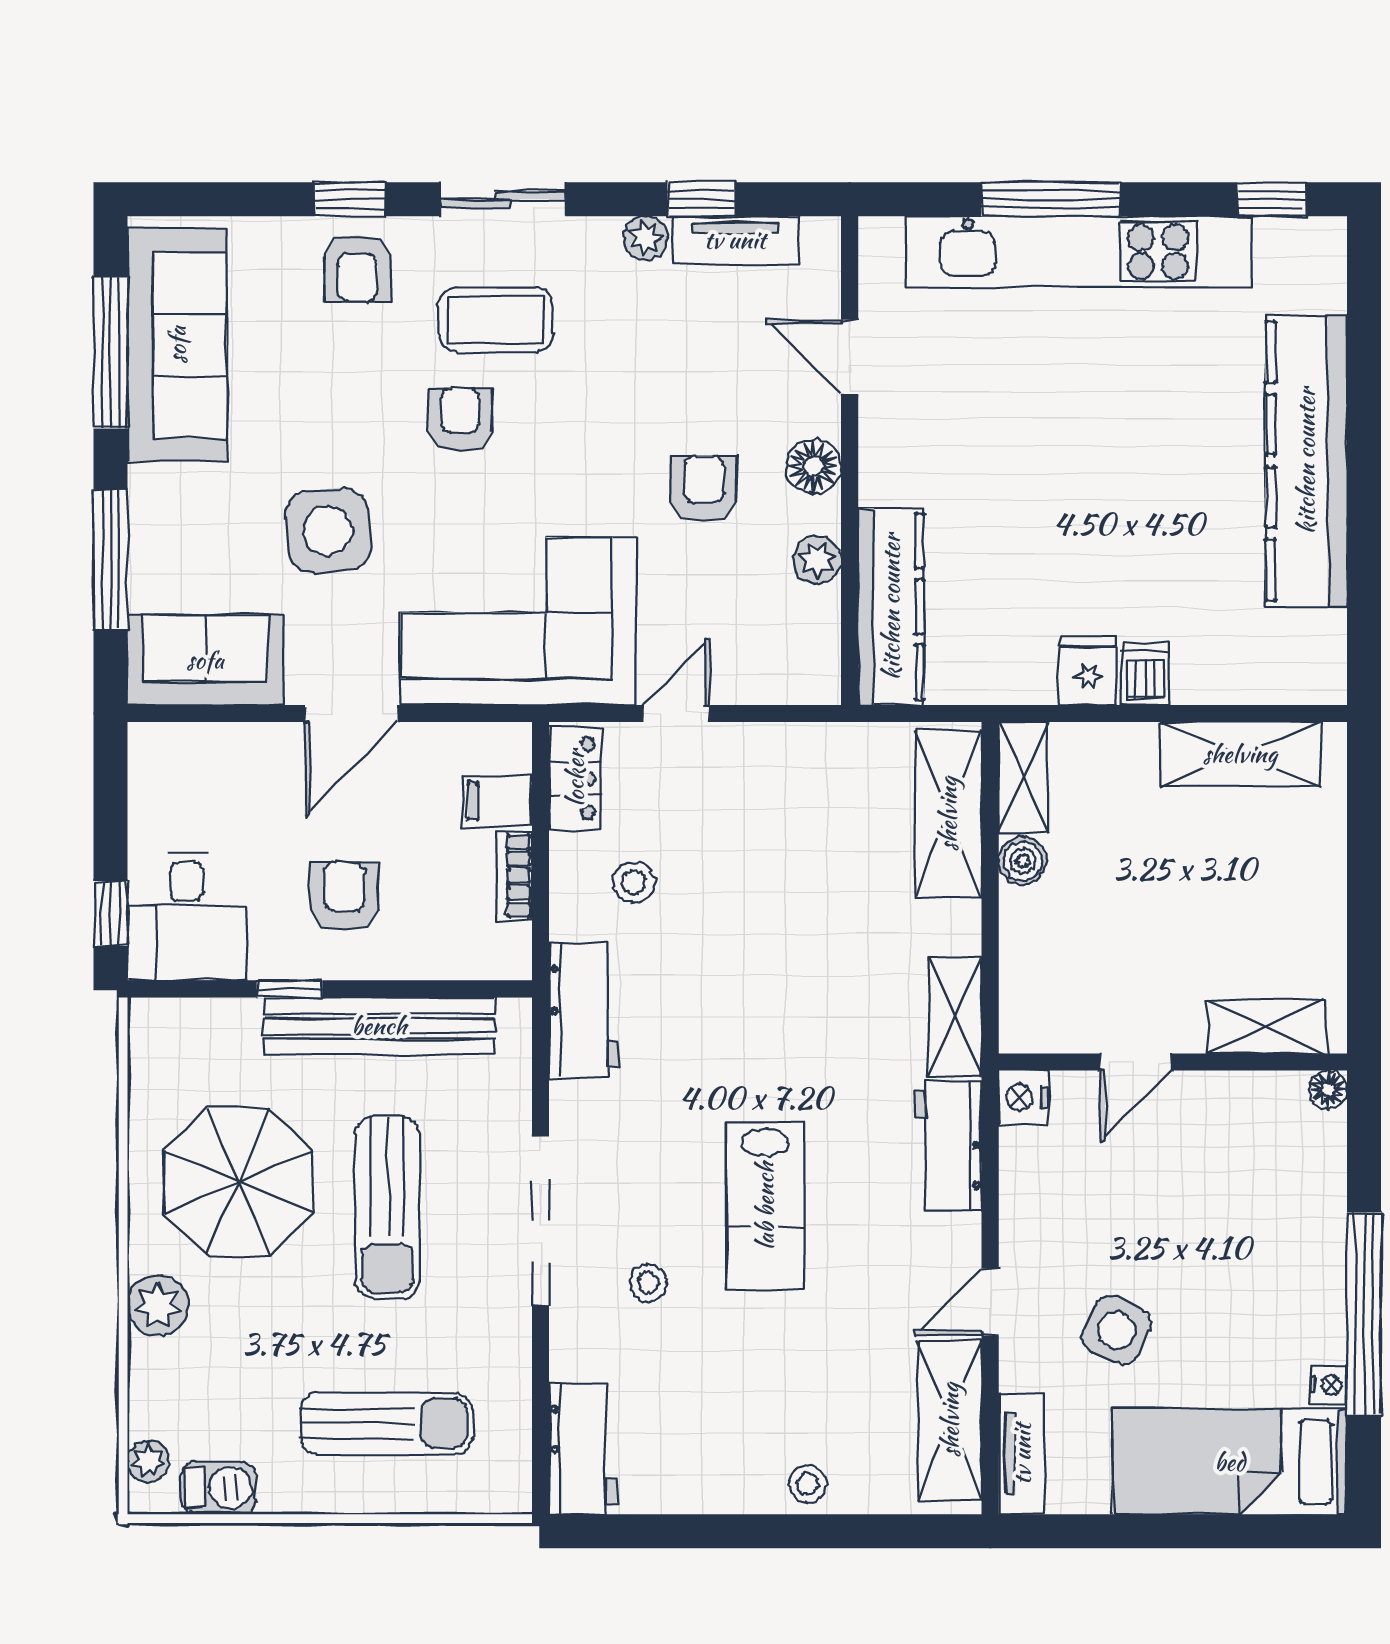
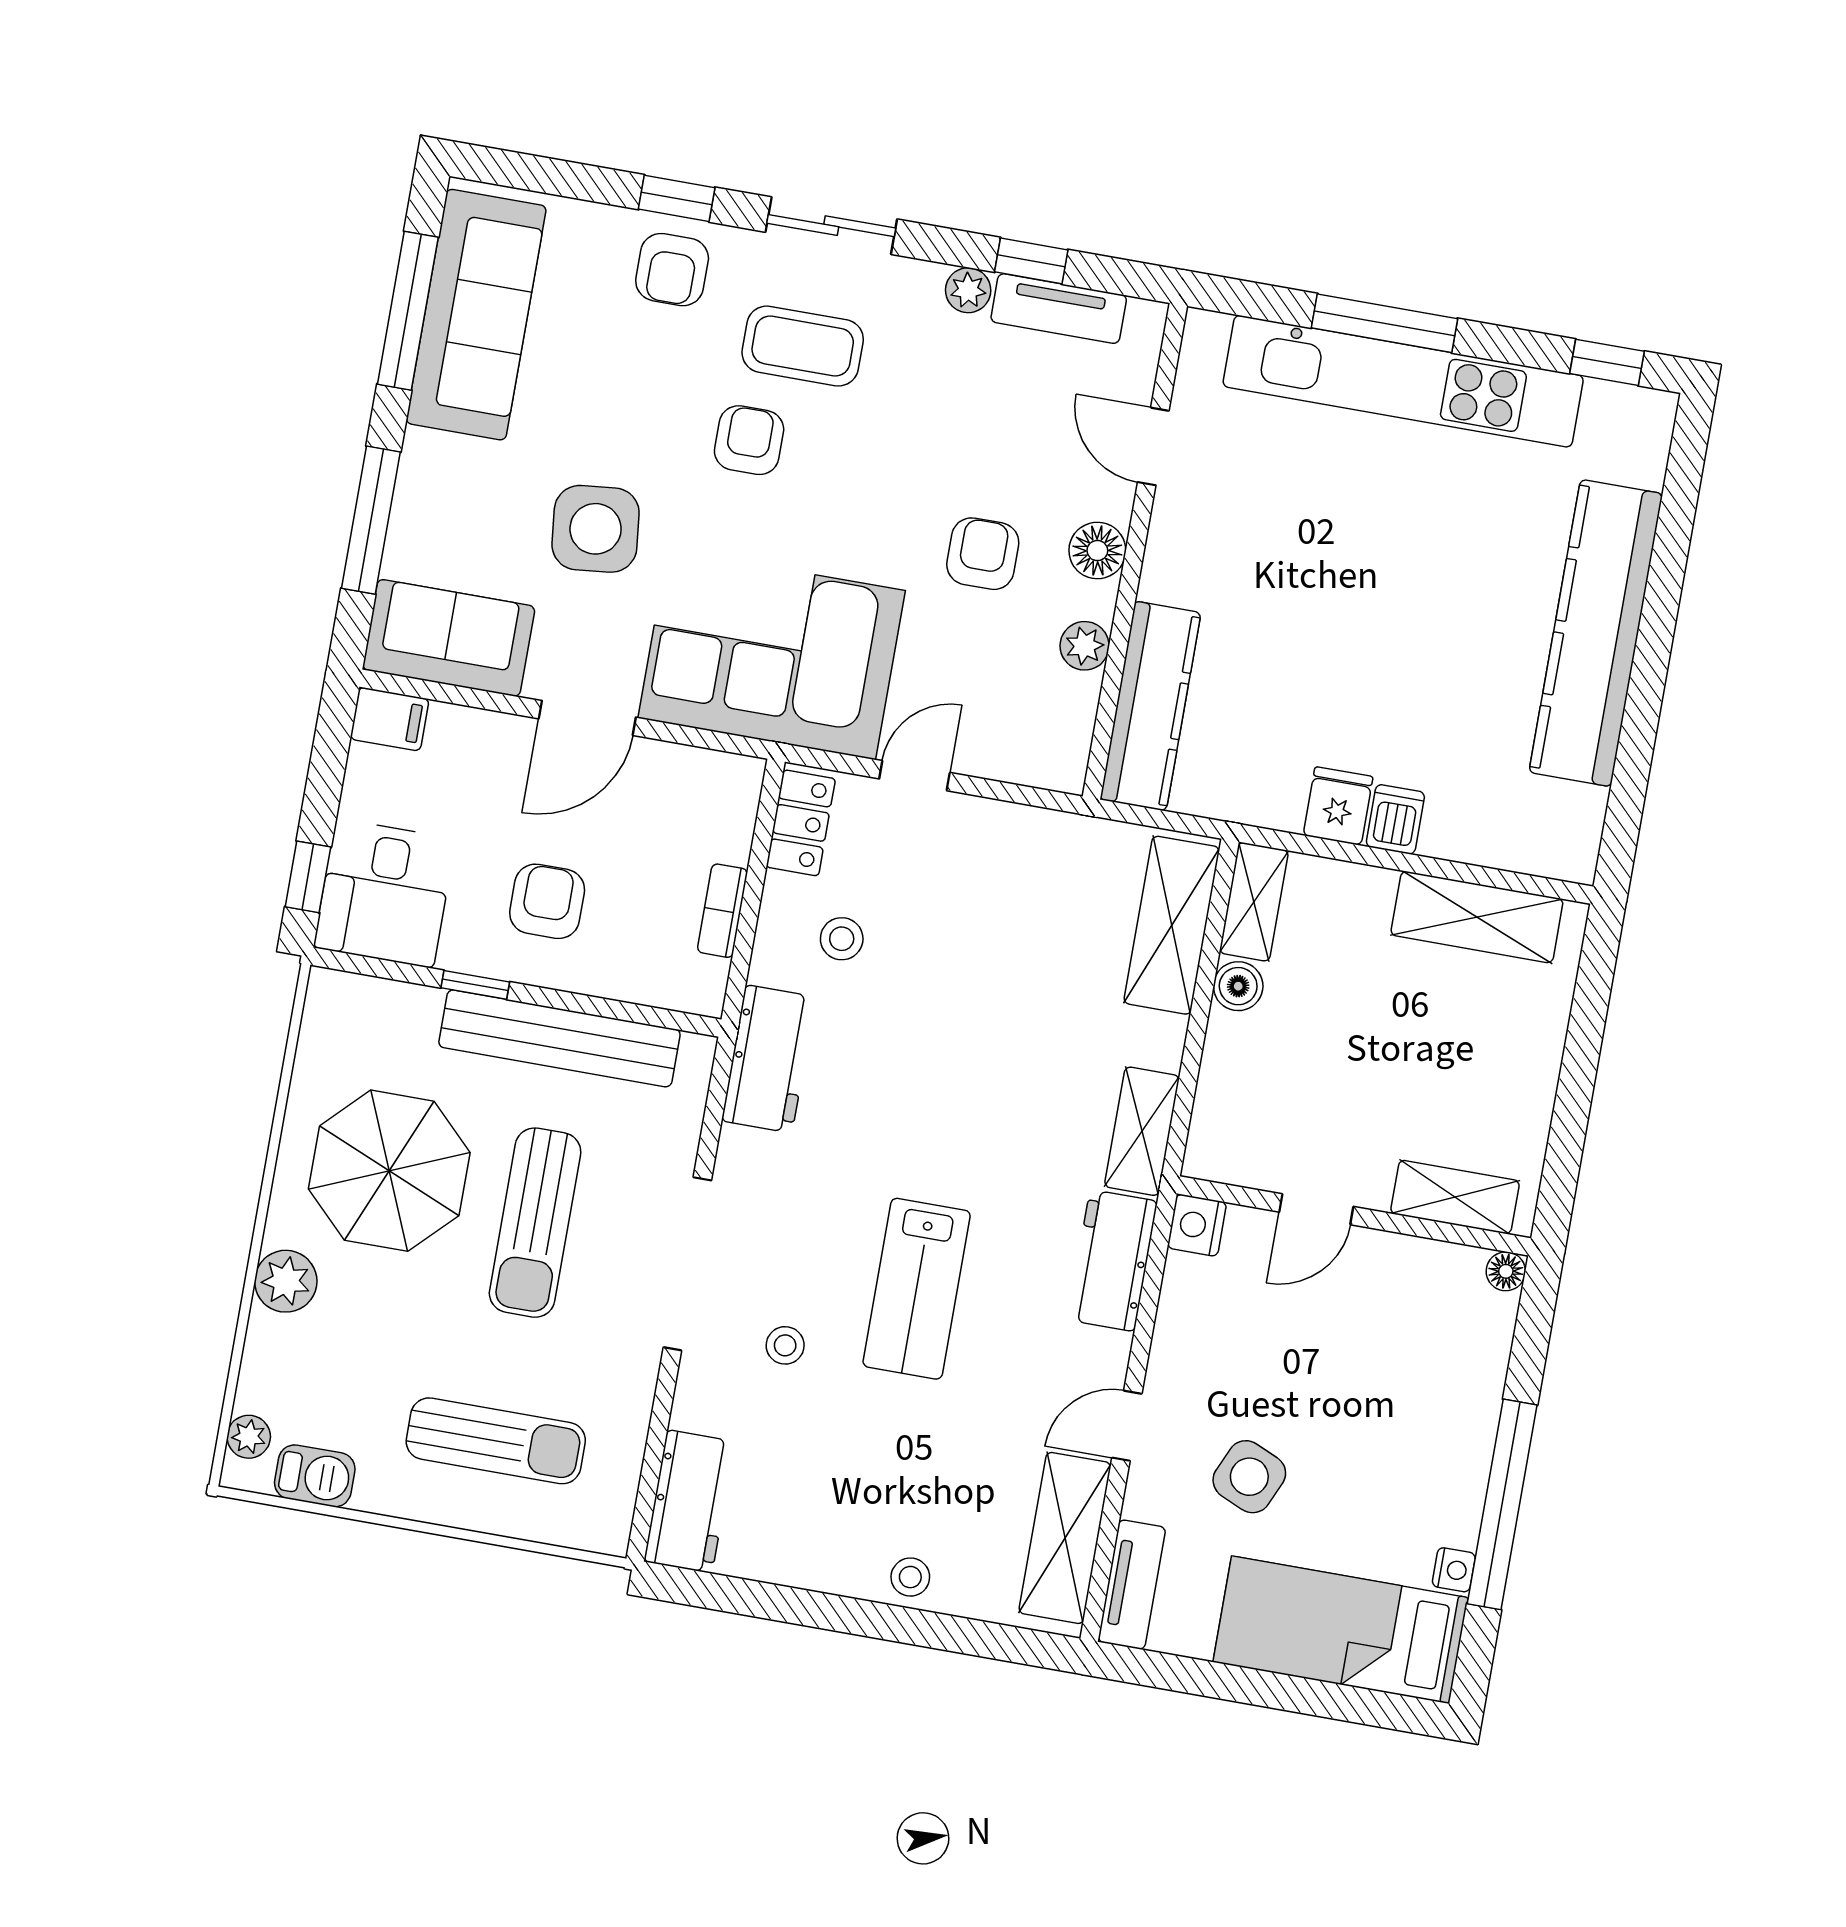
filing cabinet: (497, 801) -> (390, 719), moved, turned 180

